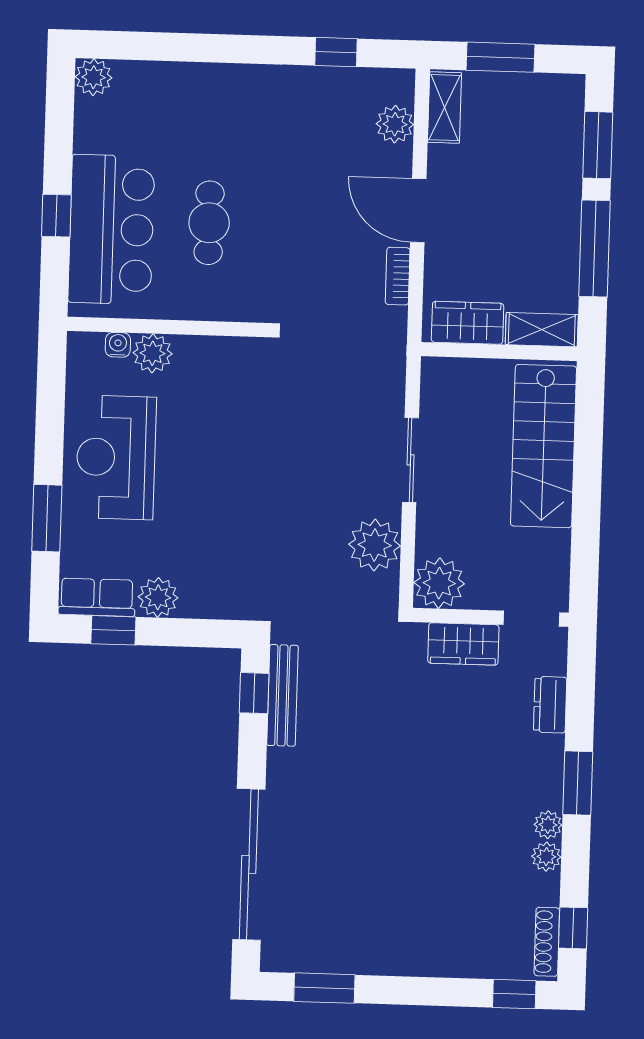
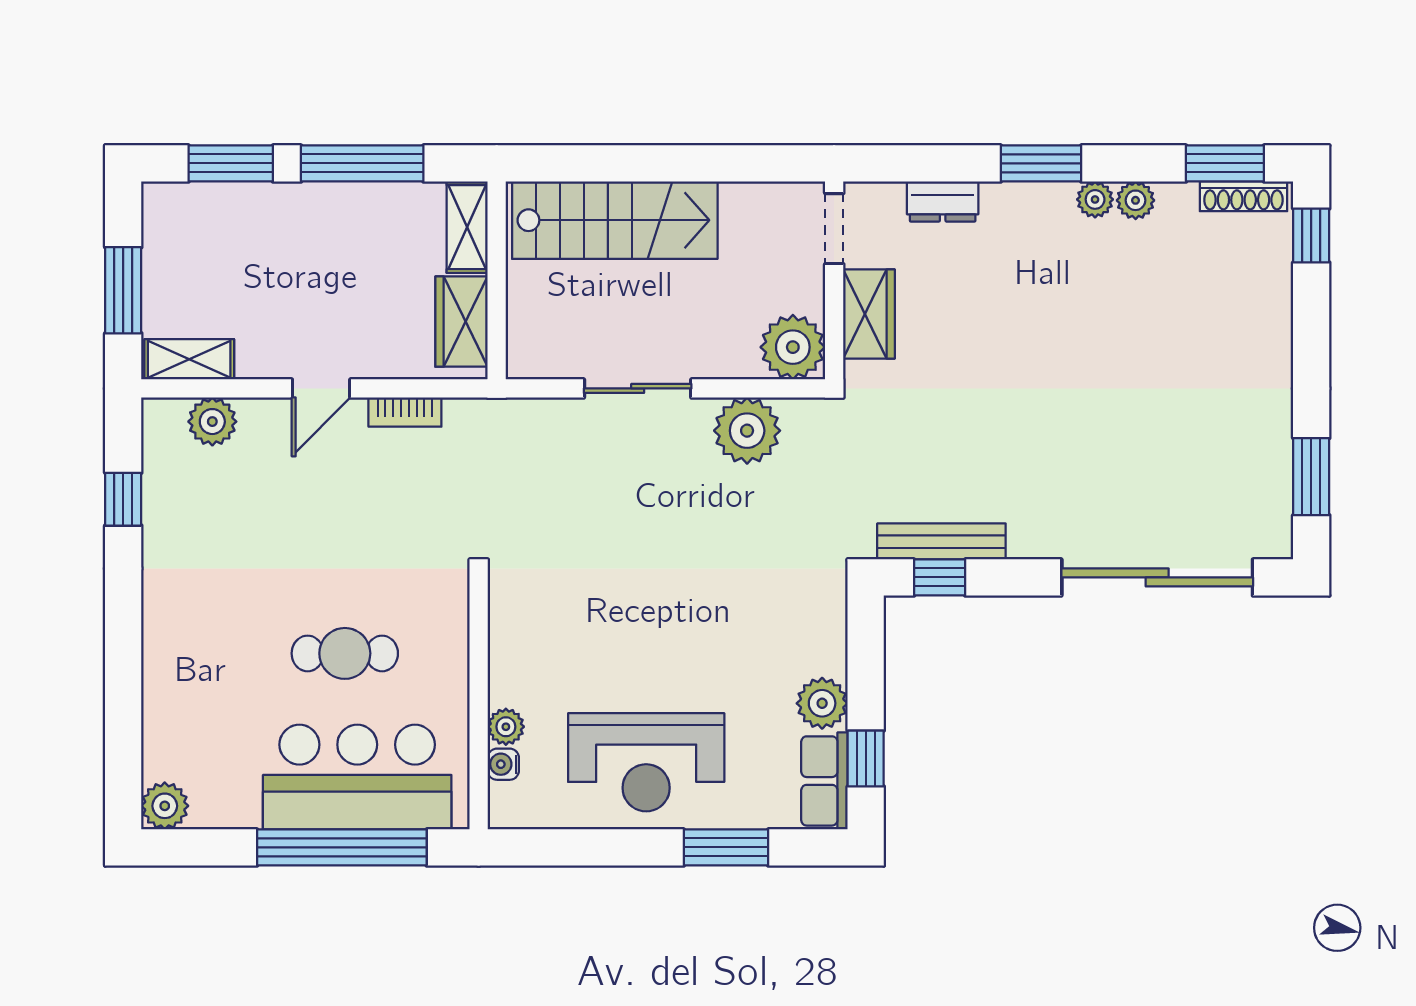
door: (418, 211) -> (321, 388), width x0.73
window: (56, 216) -> (342, 847), width x3.17
plant: (153, 353) -> (506, 727), width x0.73, depth x0.73
window: (573, 928) -> (1225, 163), width x1.50

